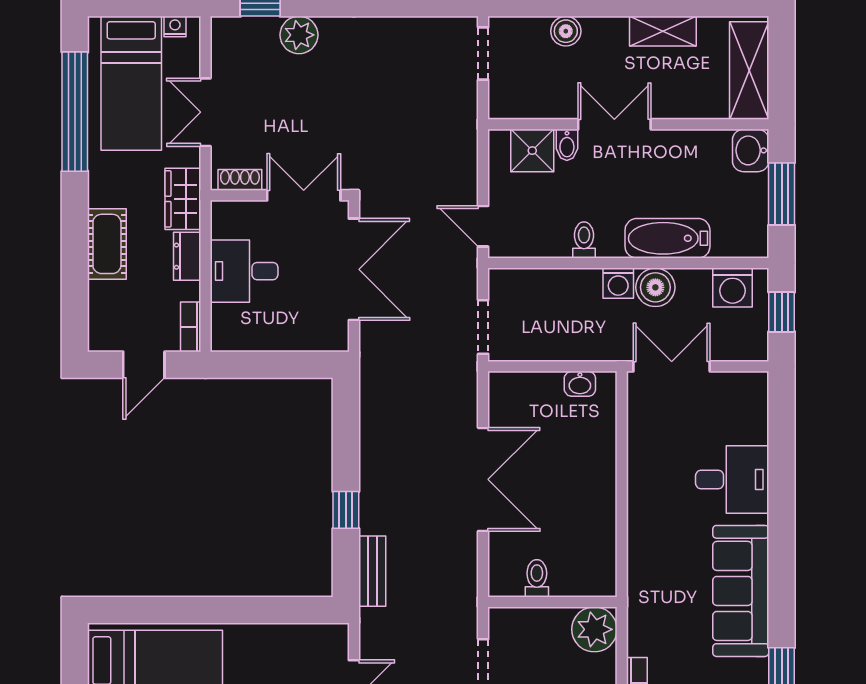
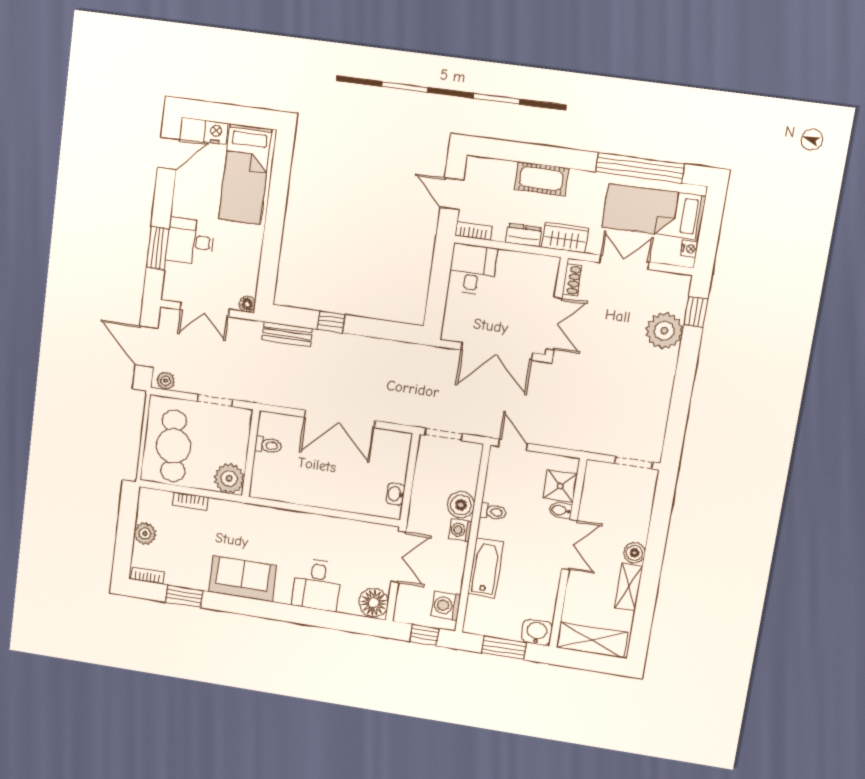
boiler: (566, 31) -> (634, 553), moved
plant: (299, 35) -> (664, 331), width x1.36, depth x1.36
door: (483, 226) -> (513, 445), hinge flipped
desk: (244, 271) -> (472, 269), moved
boiler: (655, 287) -> (461, 505), moved
floor lamp: (745, 393) -> (374, 603), added
sofa: (741, 591) -> (242, 579), width x0.73
floor lamp: (338, 635) -> (247, 304), added

